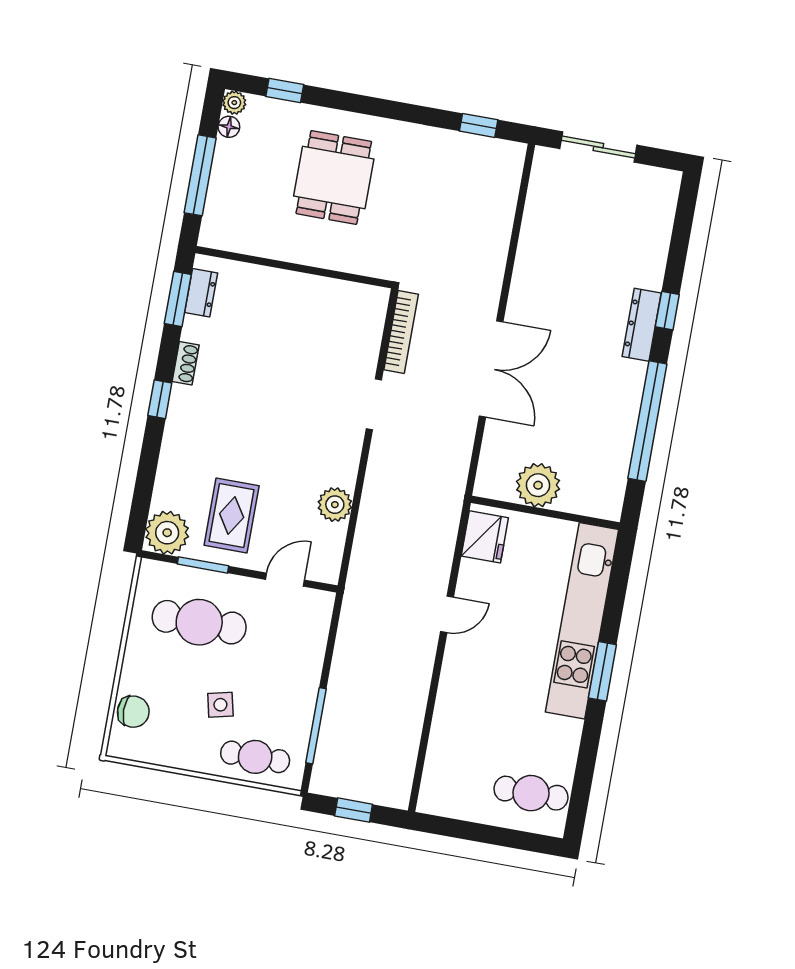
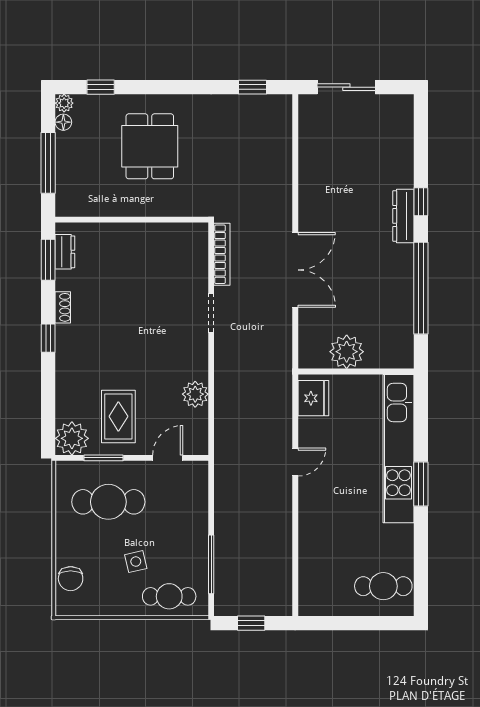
chair: (133, 712) -> (71, 579), turned 90

